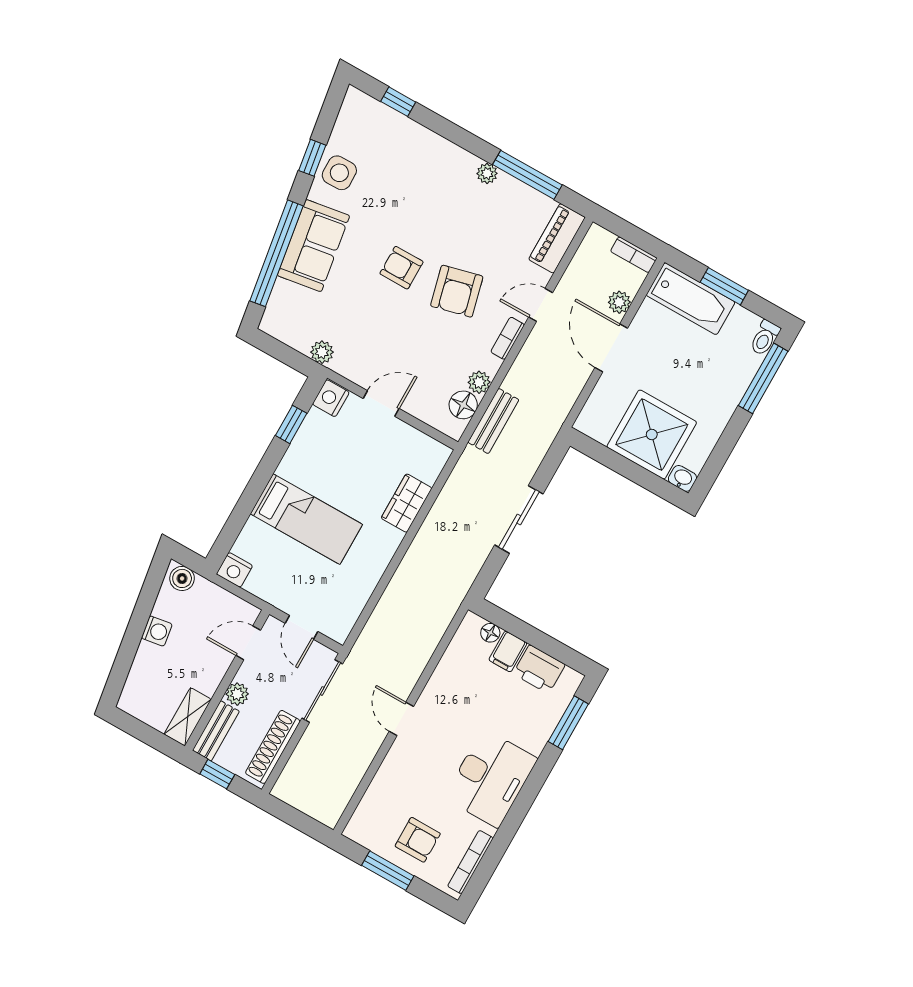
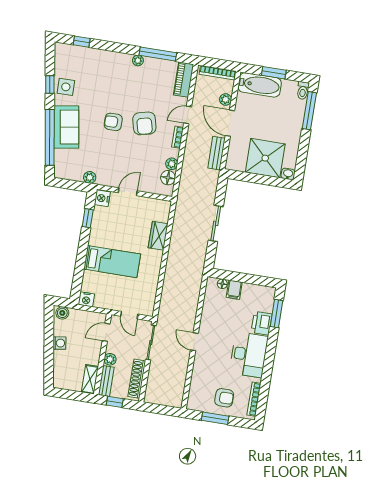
bookcase: (634, 255) -> (218, 73), width x1.56
bench: (493, 421) -> (217, 153), moved
printer: (539, 669) -> (262, 323), moved, turned 90

